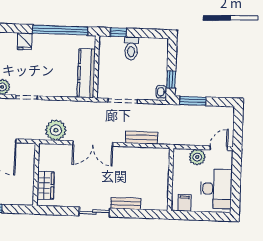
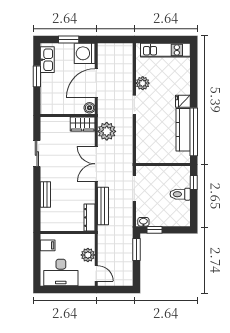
kitchen counter: (86, 73) -> (183, 130), moved, turned -90
bench: (141, 138) -> (103, 206), width x1.36
boiler: (28, 149) -> (90, 108), added
dresser: (154, 154) -> (89, 217), added
wardrobe: (46, 185) -> (83, 124), moved
sliding door: (94, 212) -> (37, 153), moved

